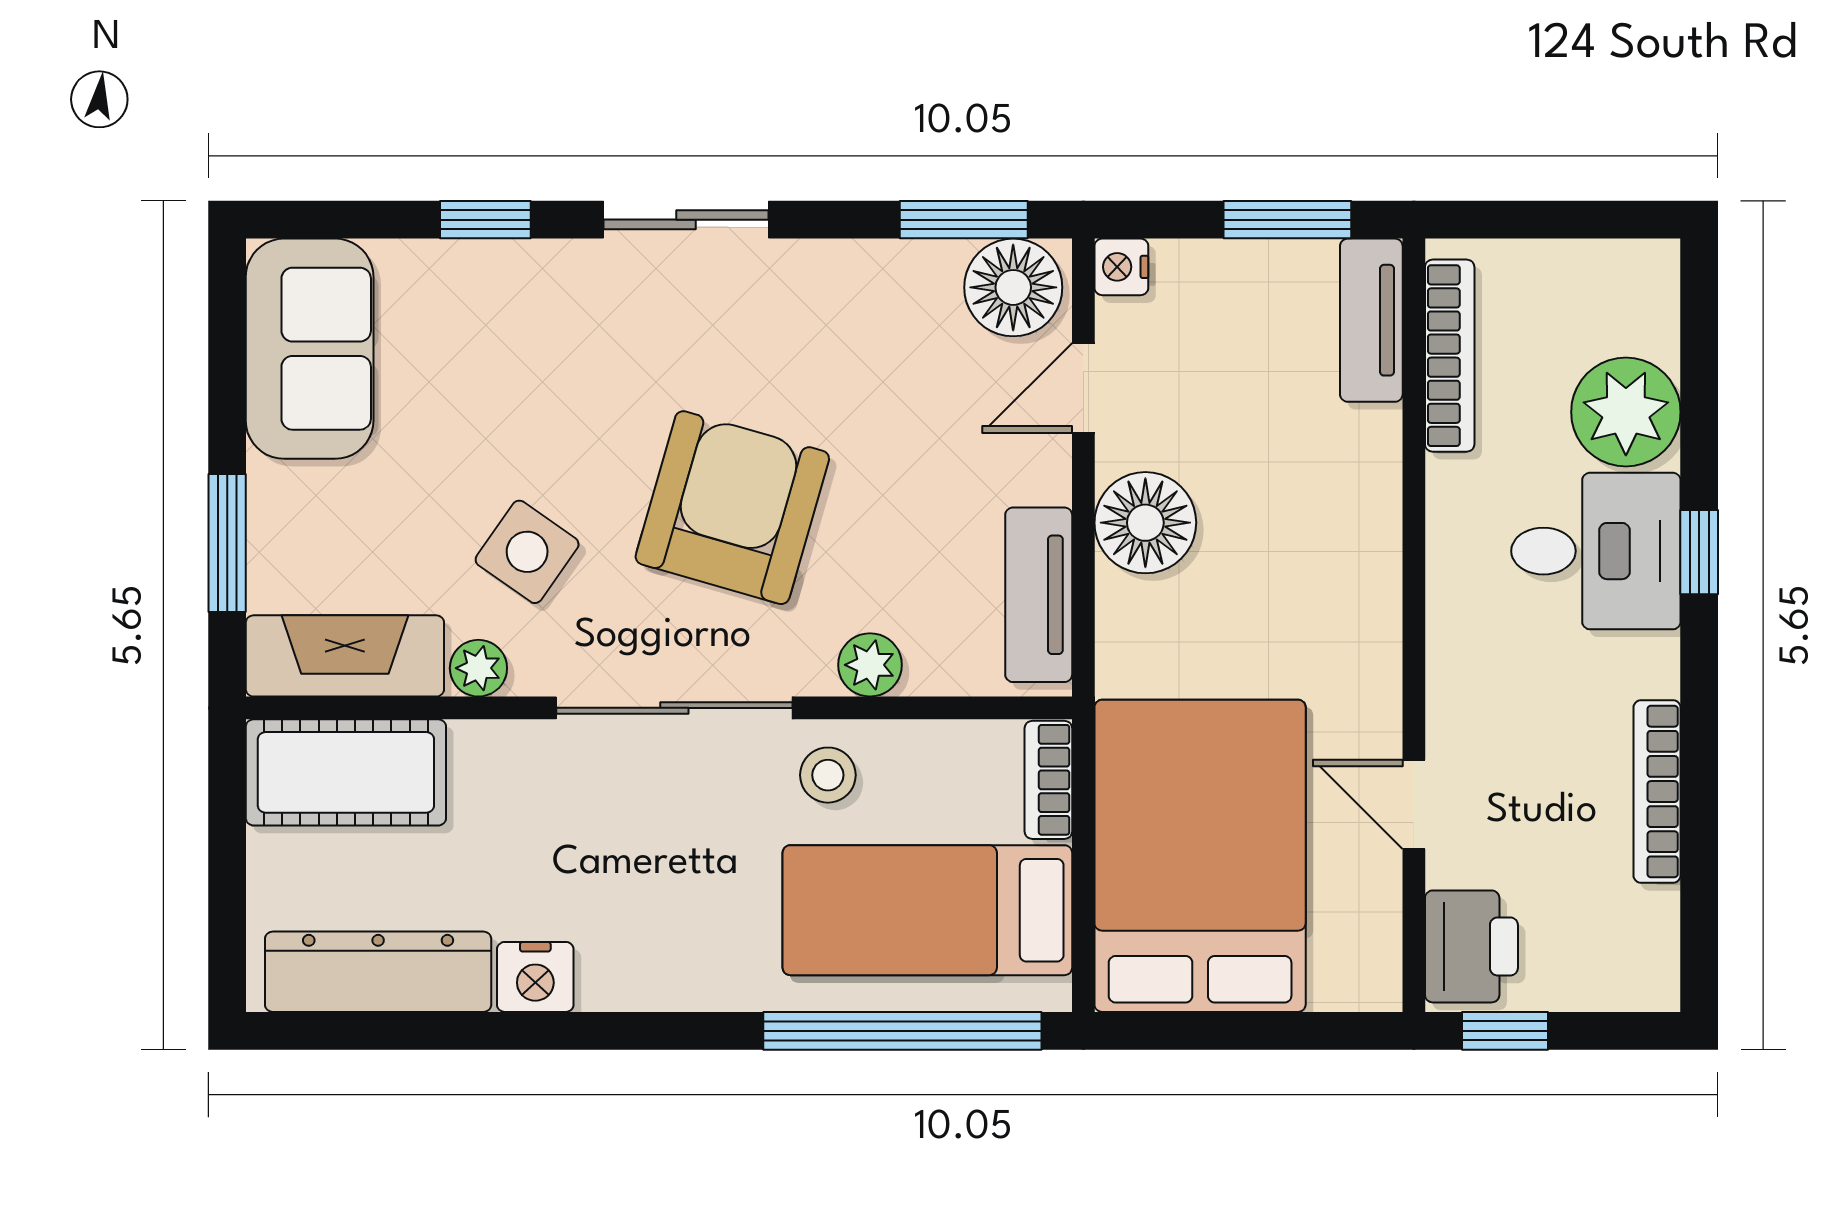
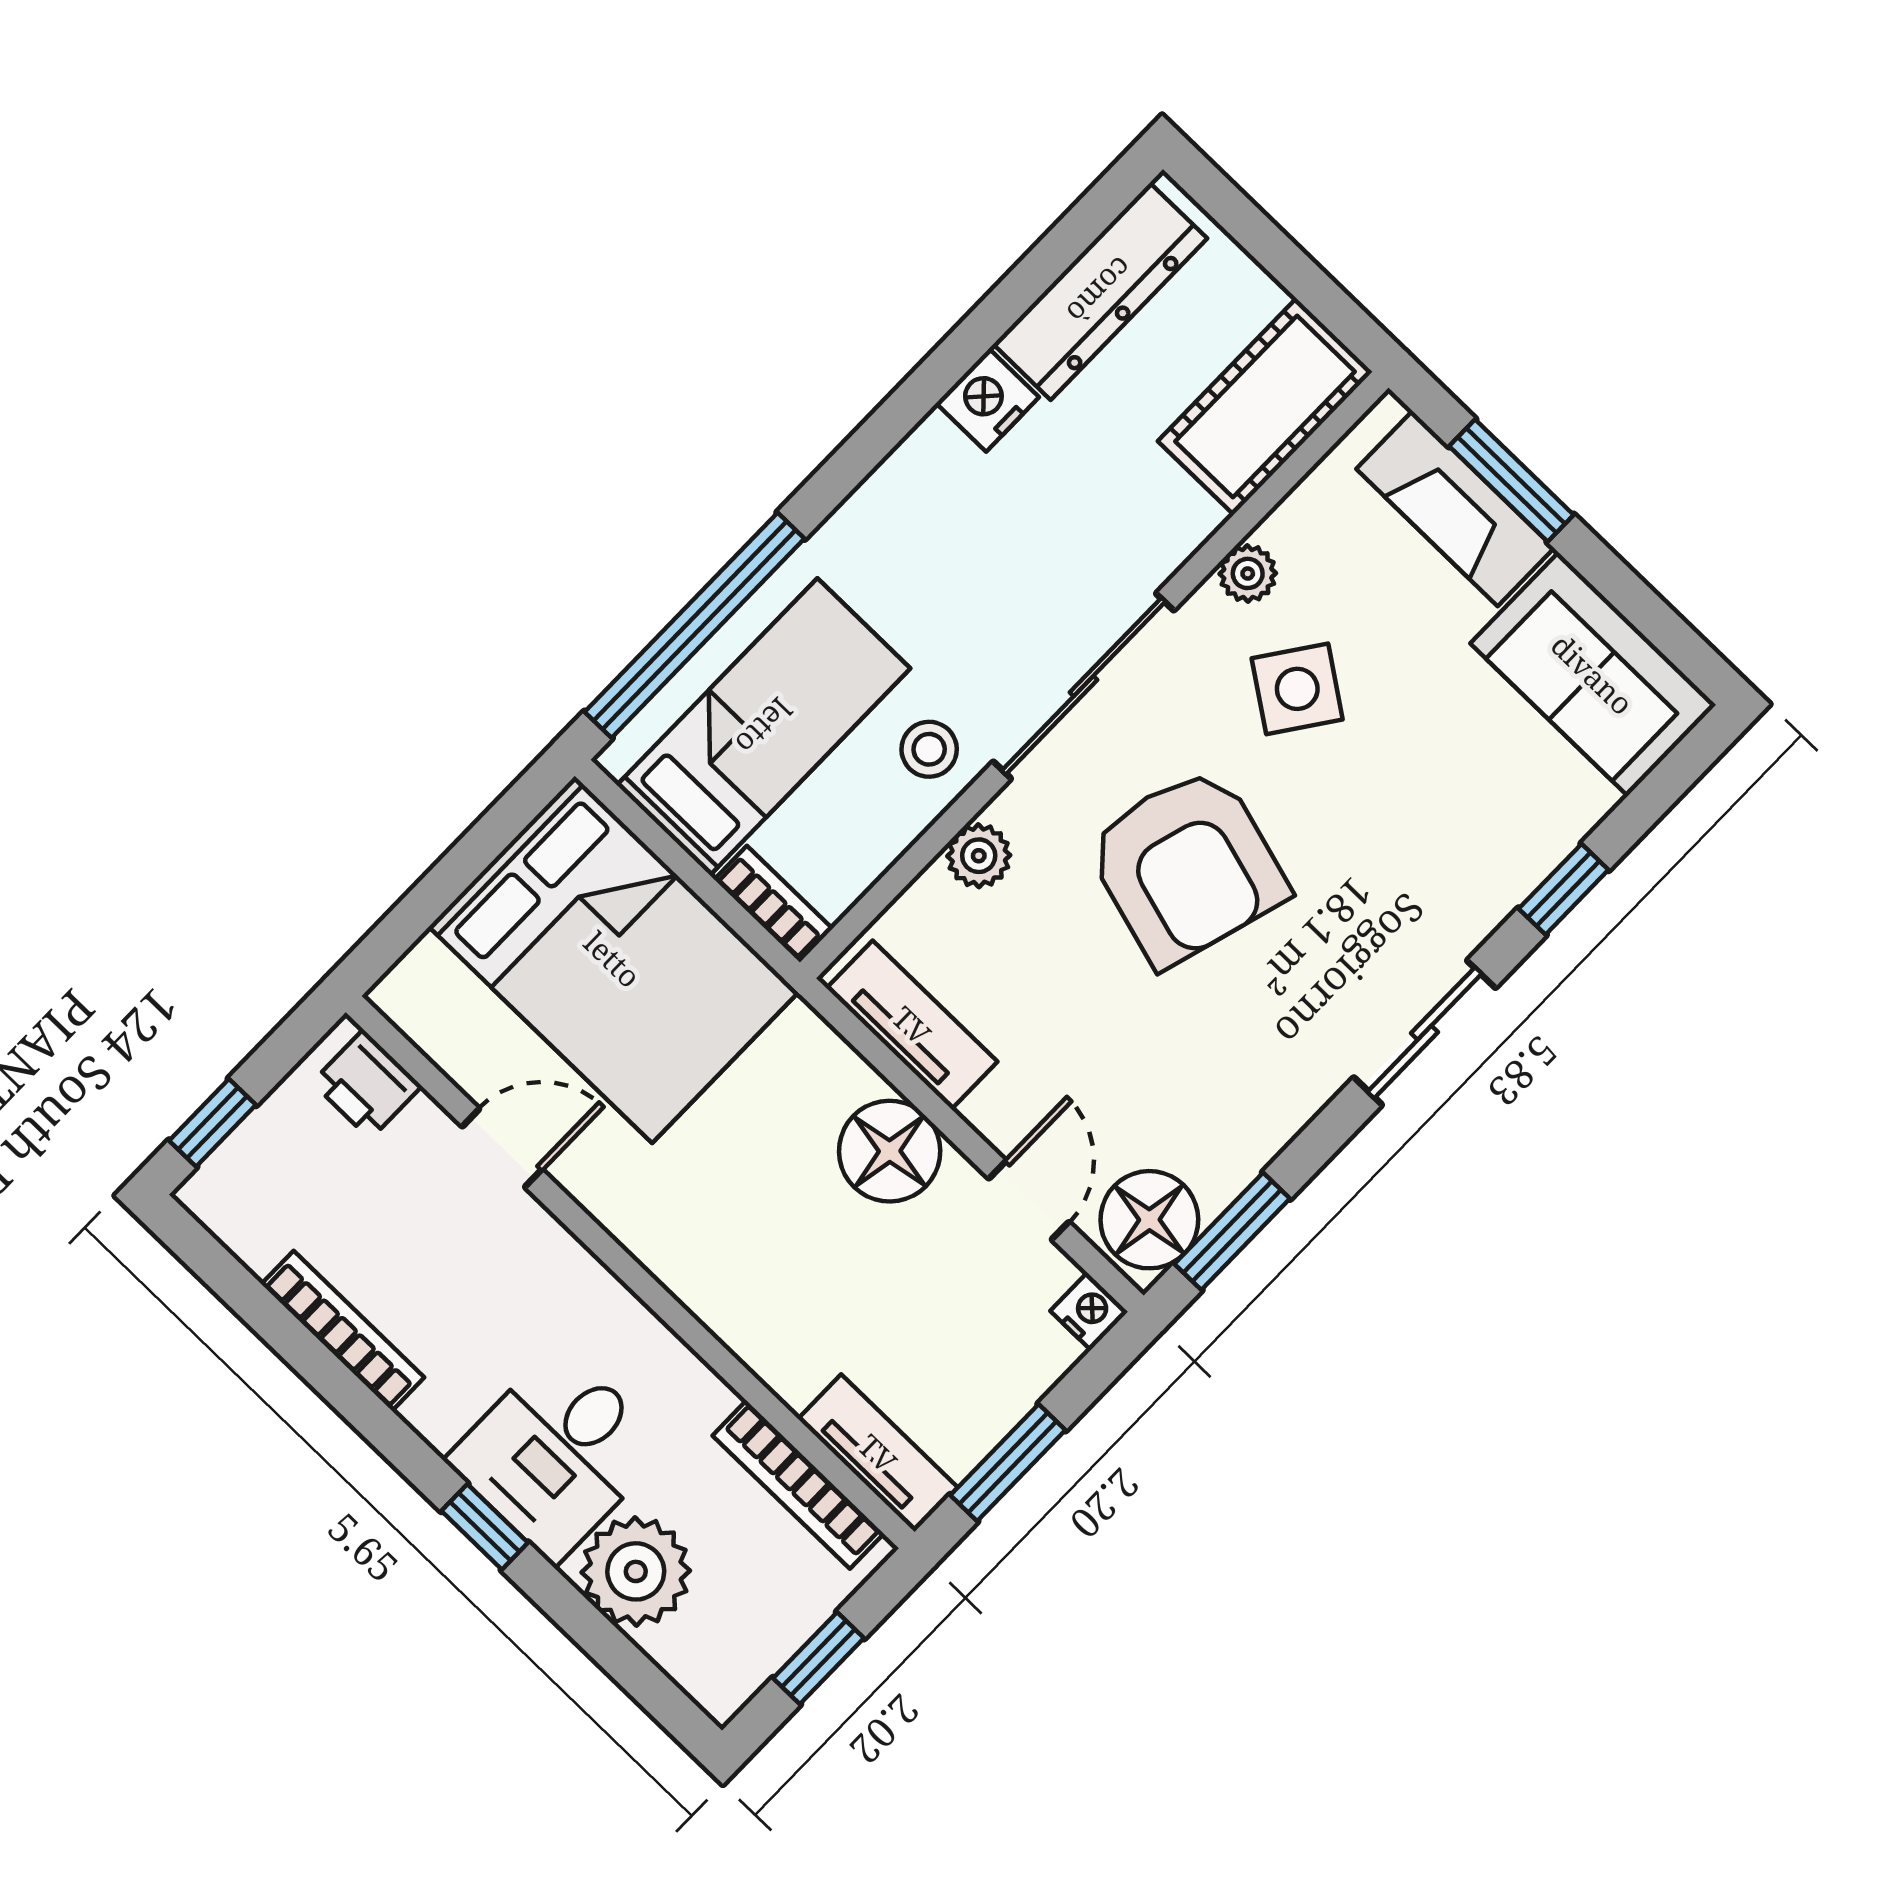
window: (1561, 220) -> (818, 1658), added
fireplace: (345, 656) -> (1455, 509), moved, turned 90
printer: (1471, 946) -> (367, 1084), width x0.73, depth x0.81
window: (1505, 1031) -> (212, 1123), moved

